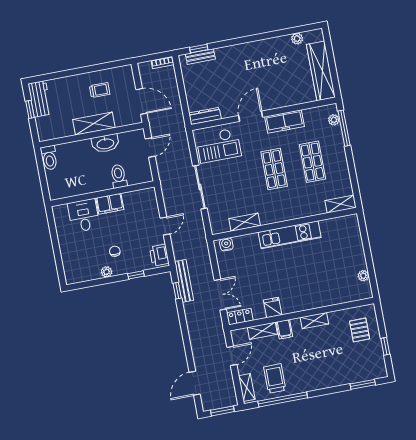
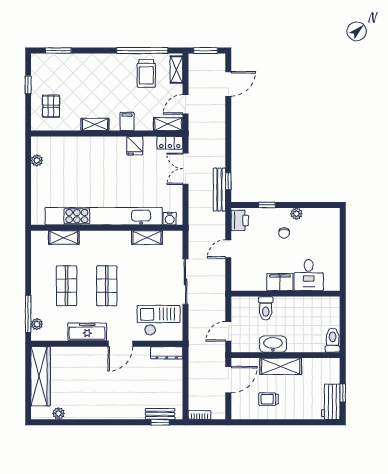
door: (141, 101) -> (228, 380), swing flipped
shelving: (341, 204) -> (64, 238), moved
kitchen unit: (290, 235) -> (104, 216), width x1.86
shelving: (262, 331) -> (168, 124), moved

